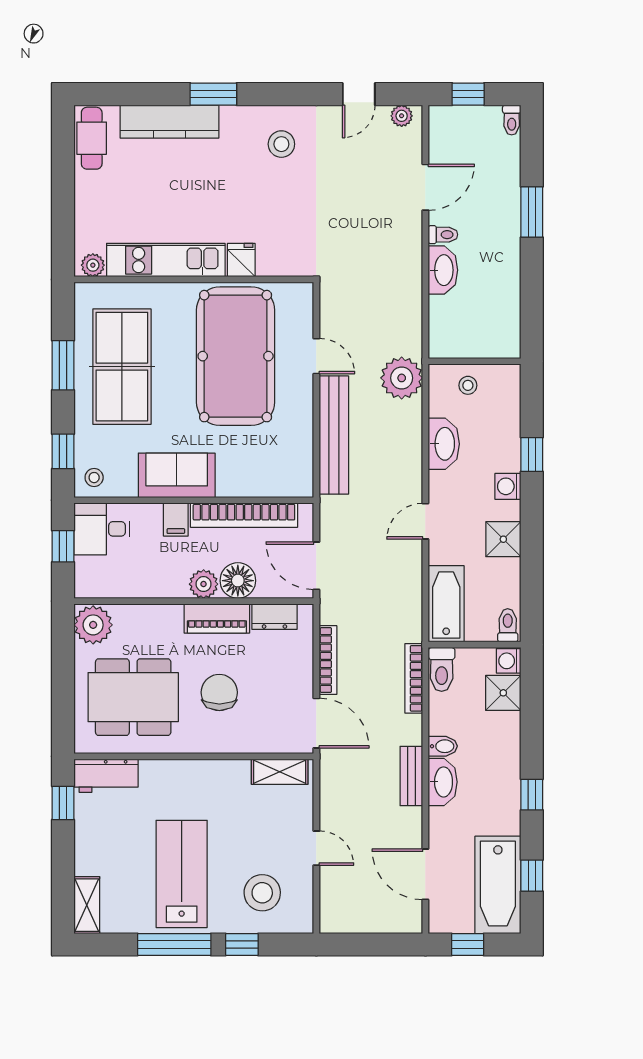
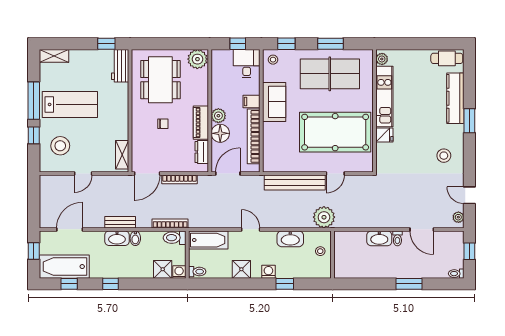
chair: (219, 692) -> (163, 124), width x0.54, depth x0.54

